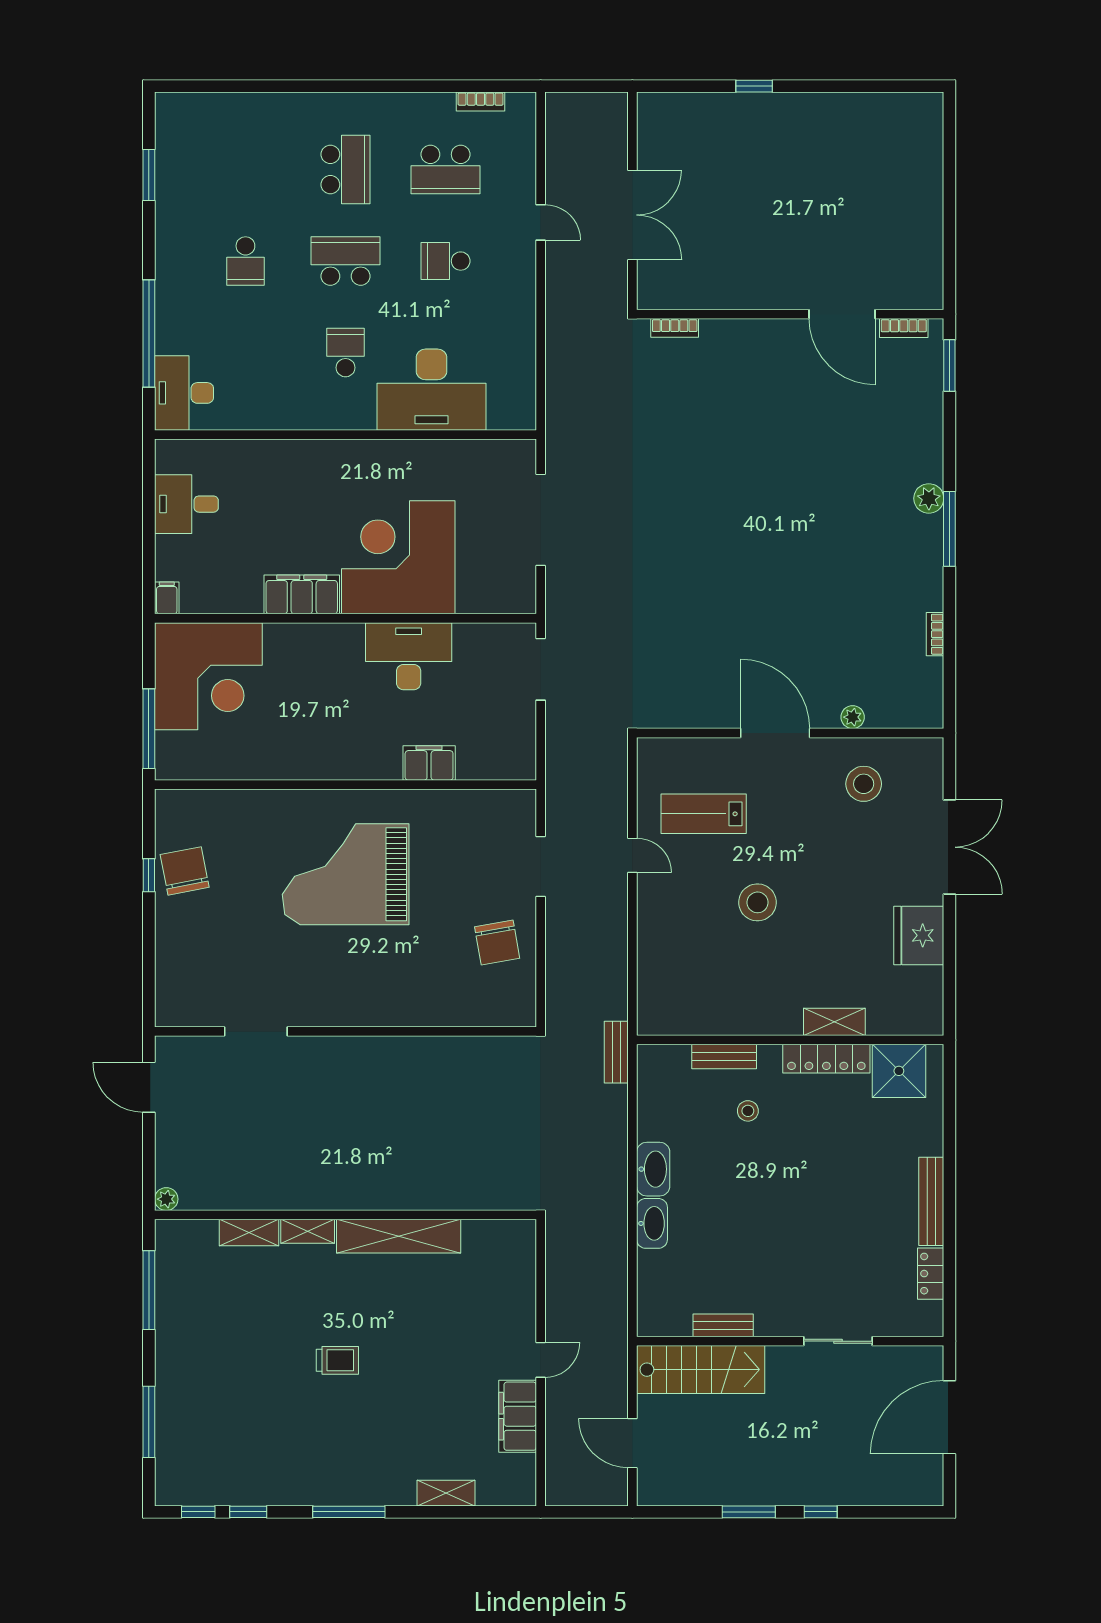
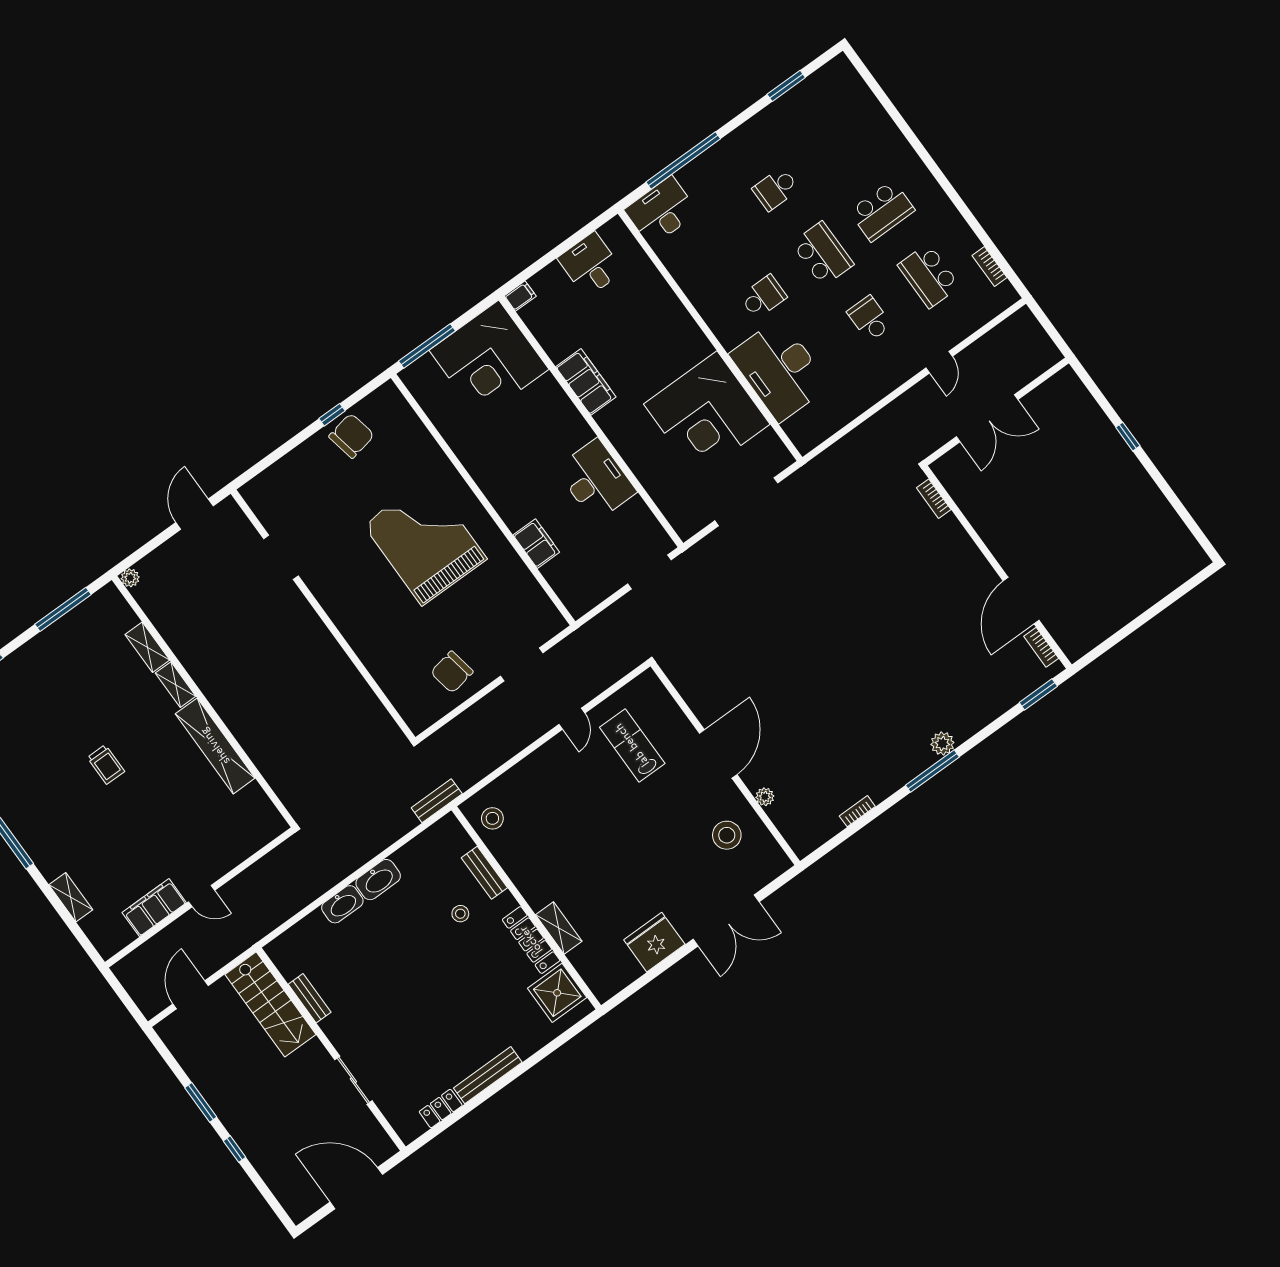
corner desk: (398, 557) -> (707, 414), moved, turned 180
stool: (757, 902) -> (492, 818), moved, width x0.73, depth x0.73

